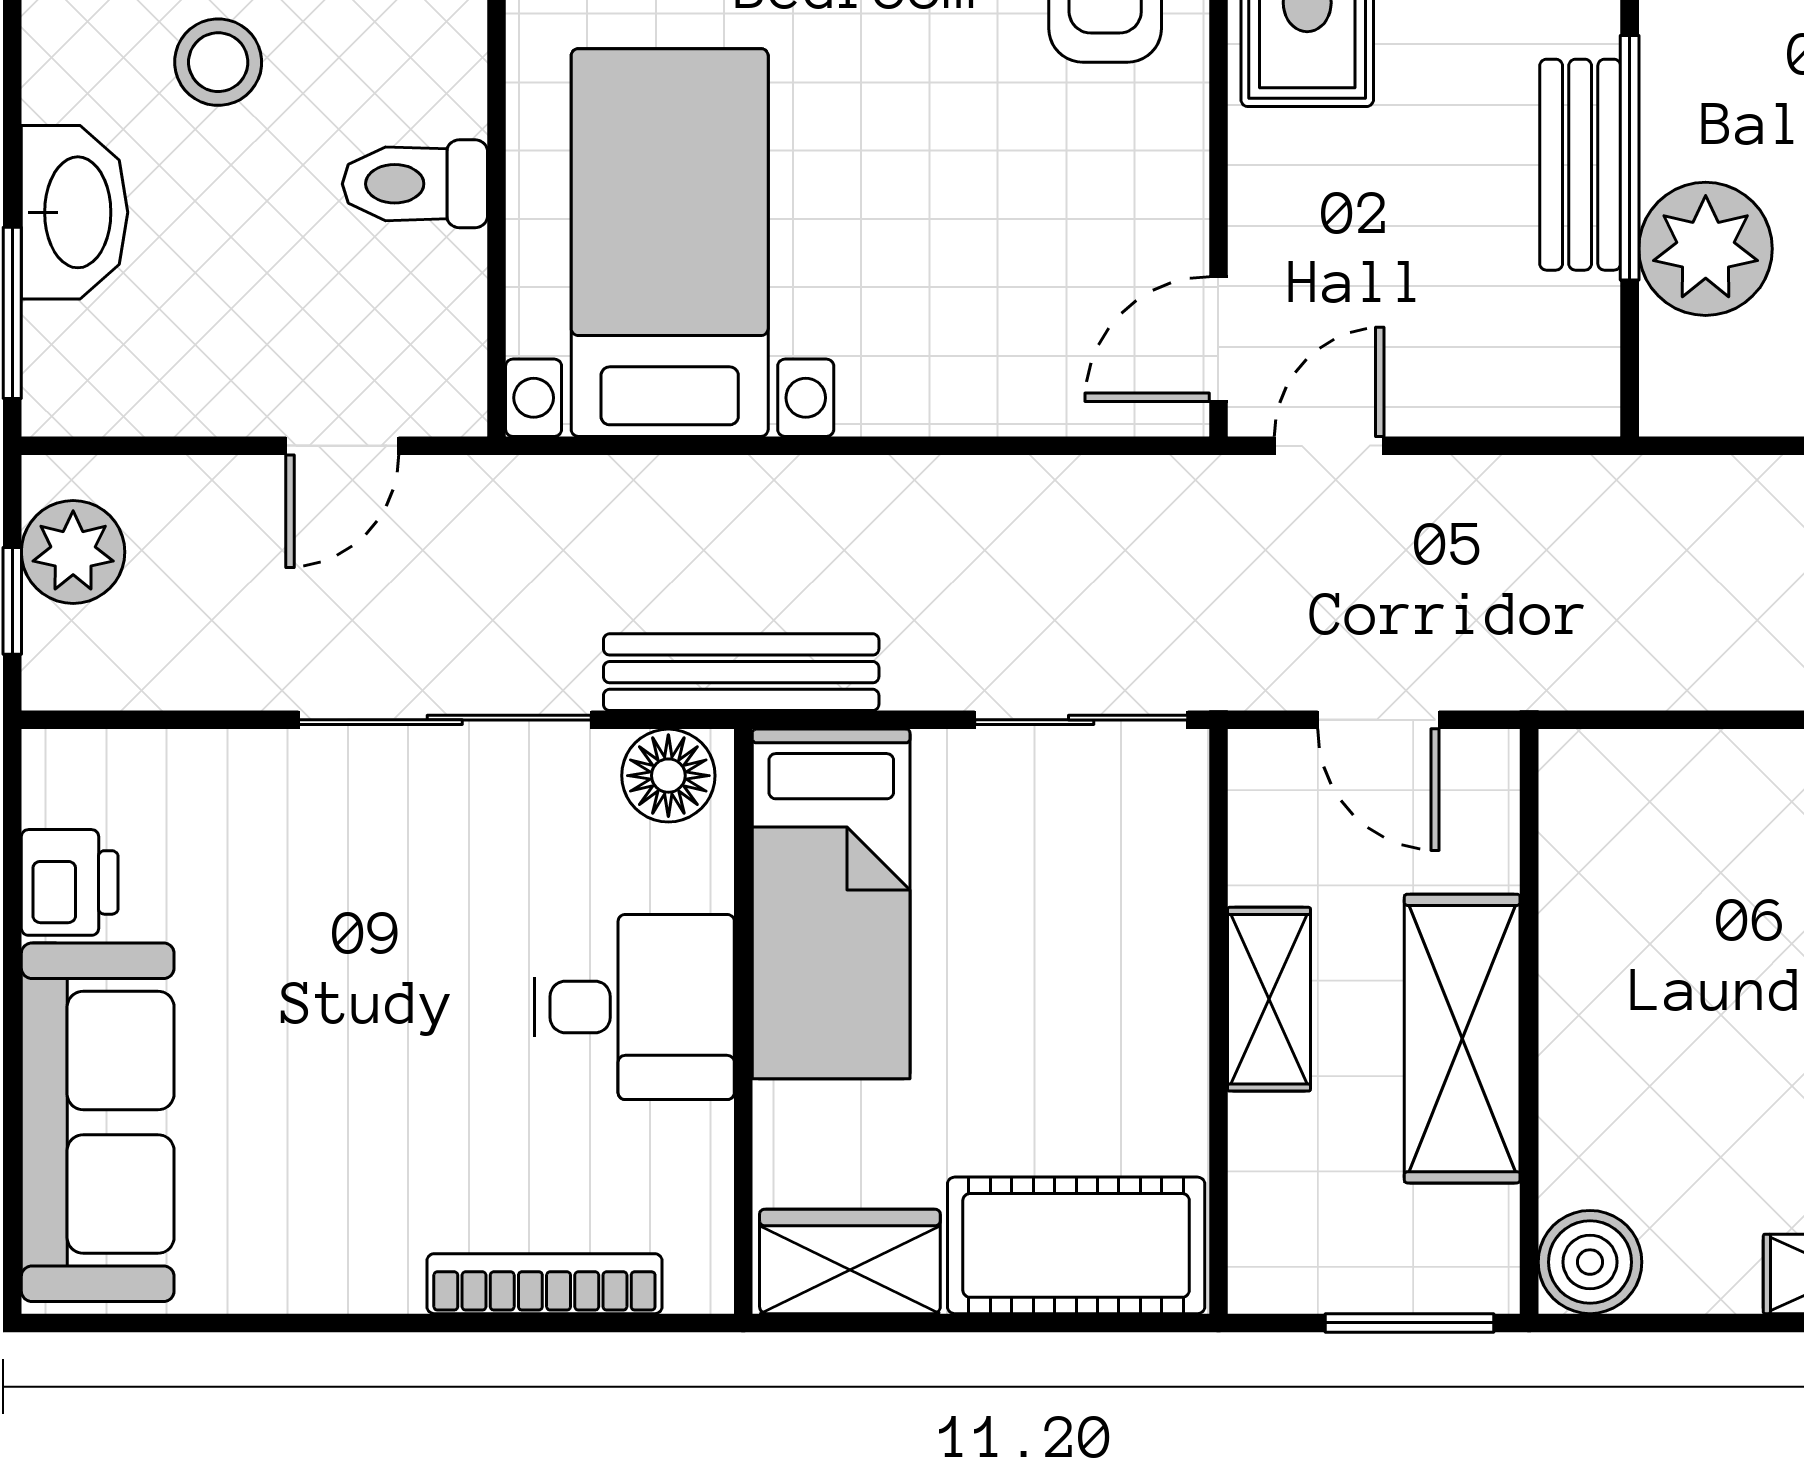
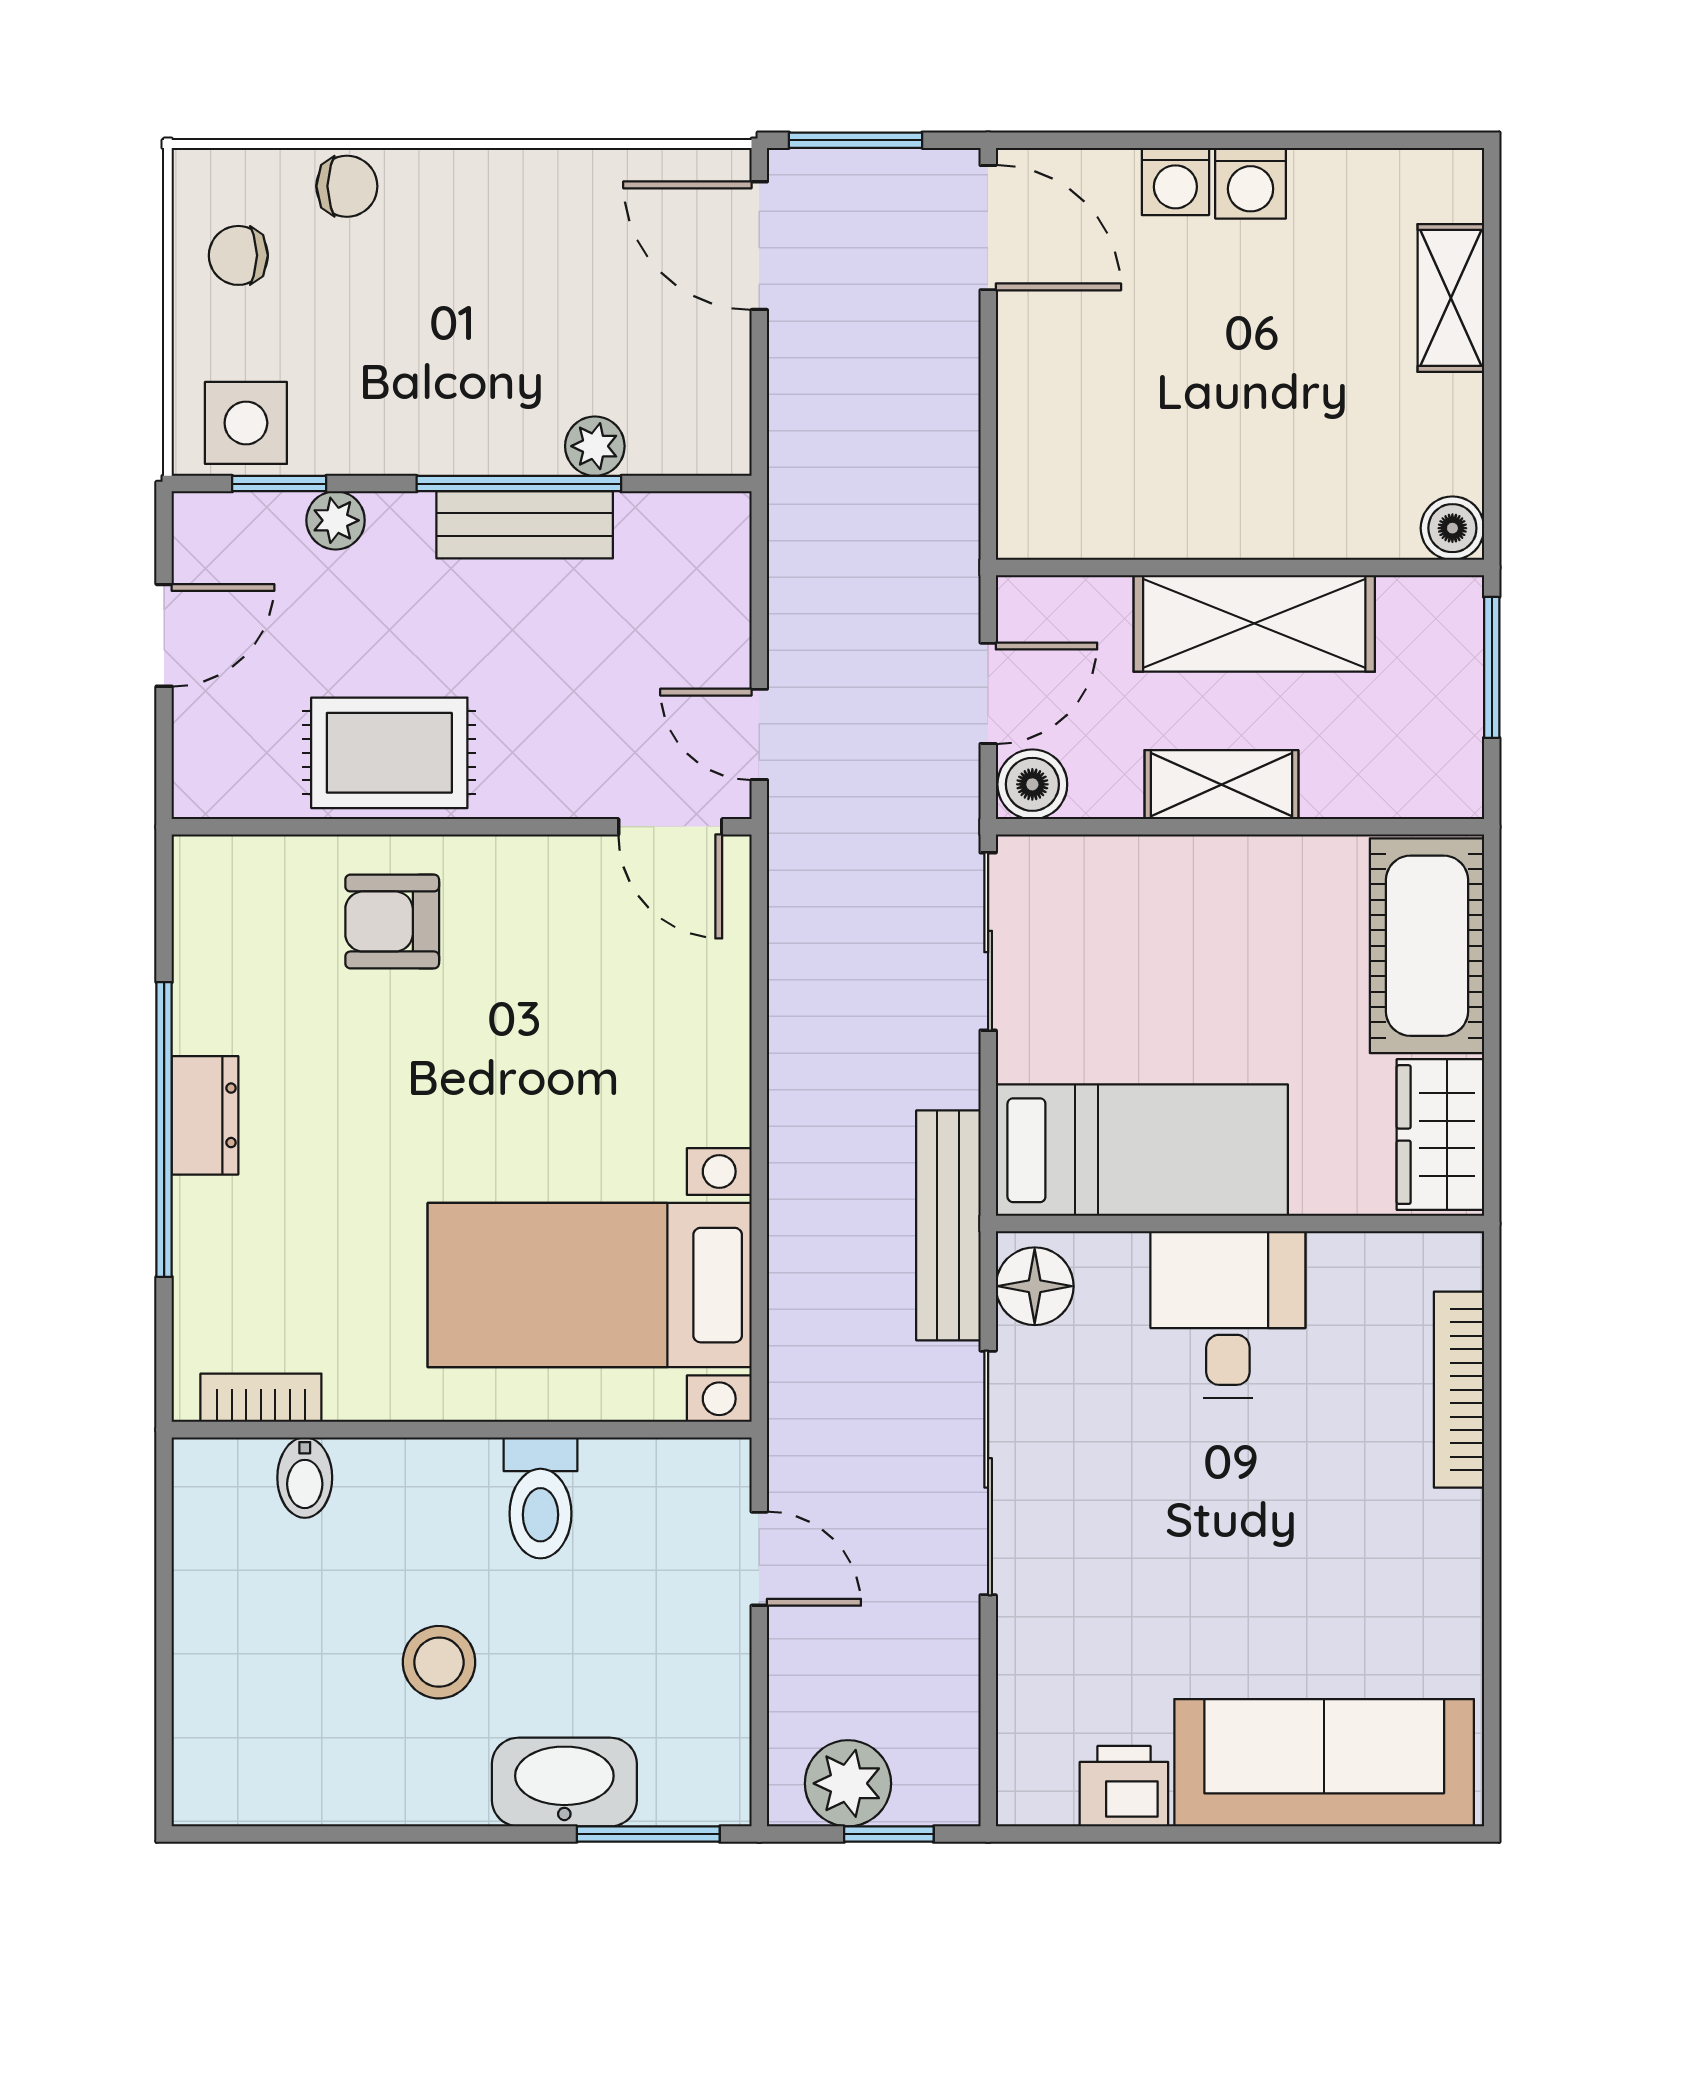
plant: (1706, 249) -> (595, 446), width x0.53, depth x0.53
boiler: (1269, 773) -> (1032, 784), added
boiler: (1590, 1262) -> (1452, 528), width x0.73, depth x0.73

